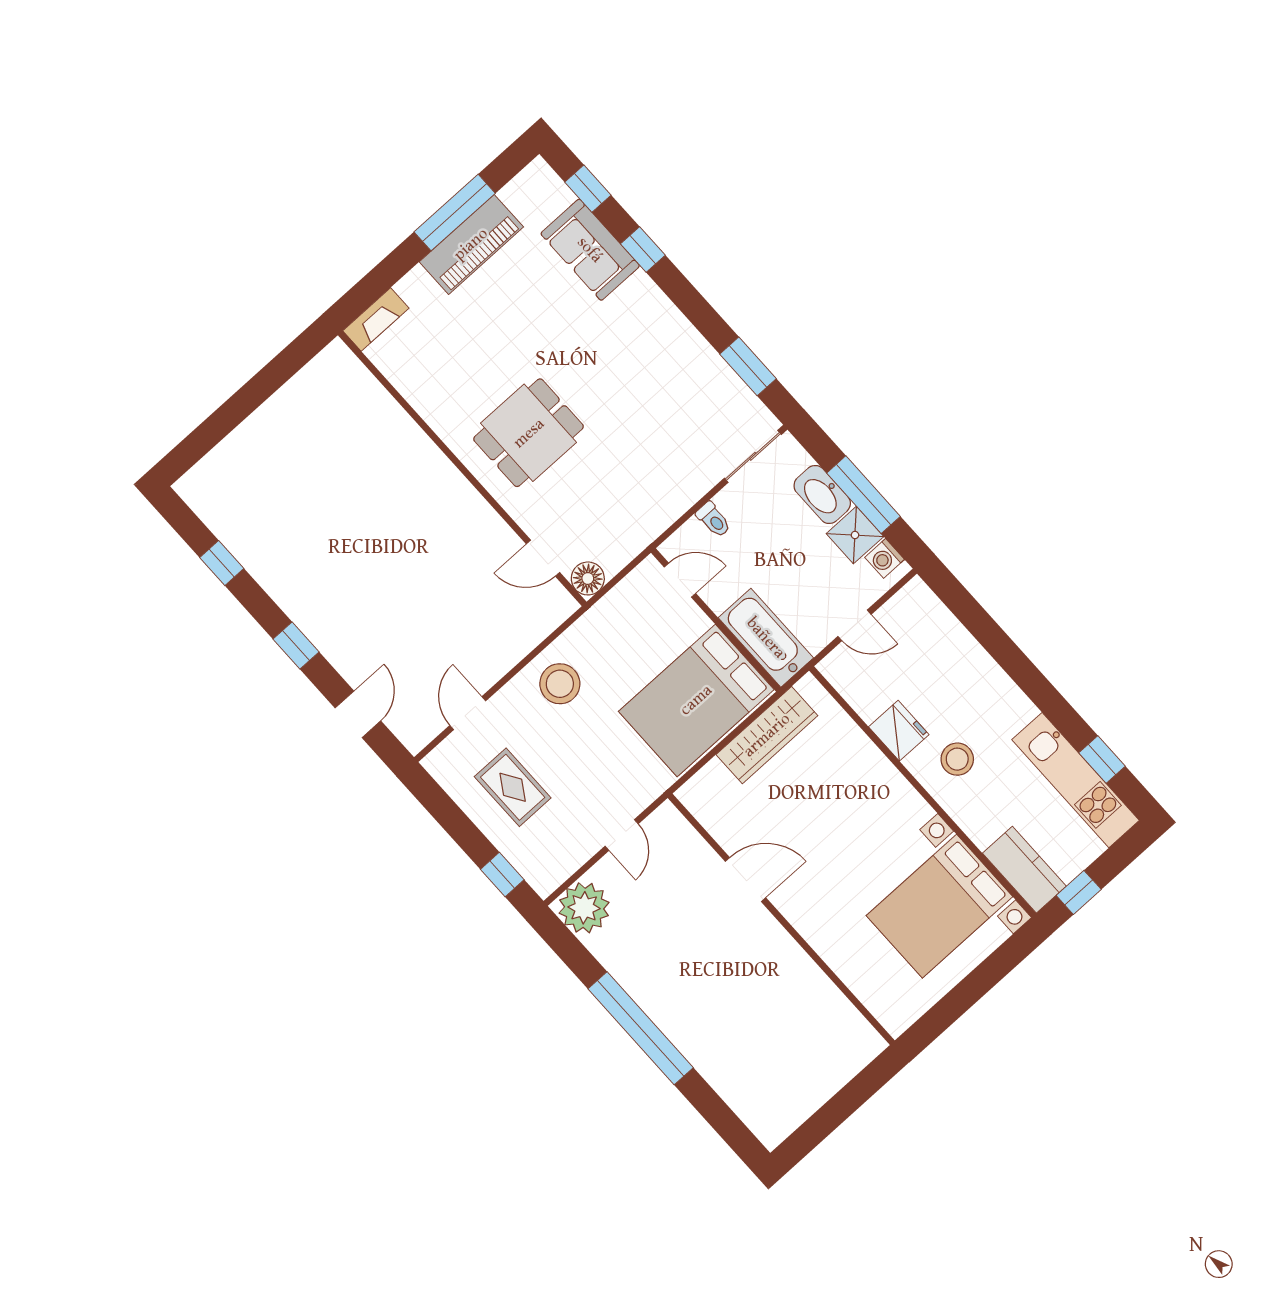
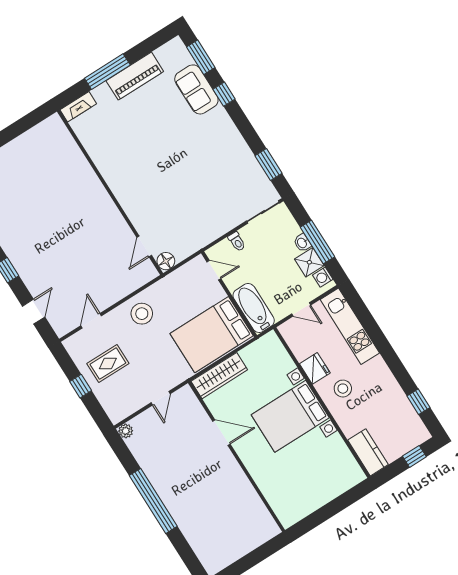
window: (588, 189) -> (201, 57), width x1.50
window: (455, 213) -> (107, 72), moved
dining table: (529, 433) -> (148, 180), removed
washbasin: (822, 495) -> (302, 243), width x0.52, depth x0.69
door: (543, 558) -> (144, 246), hinge flipped
wardrobe: (767, 735) -> (219, 376), moved
kitchen unit: (1076, 780) -> (350, 326), moved
rug: (513, 787) -> (108, 364), turned 90
window: (502, 875) -> (81, 386), moved
window: (1079, 892) -> (414, 456), moved
bed with nightstands: (939, 906) -> (290, 416), moved
plant: (584, 908) -> (126, 431), width x0.53, depth x0.53

